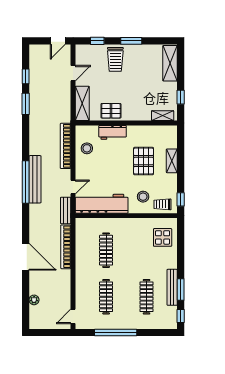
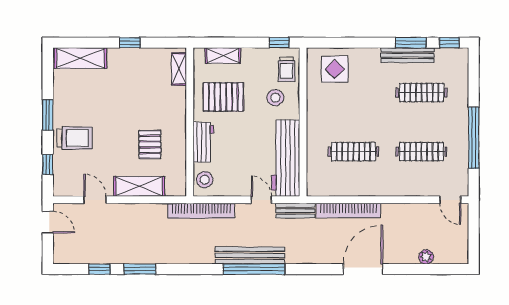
shelving: (163, 116) -> (179, 69), moved
wall: (126, 123) -> (190, 122), moved
workbench: (113, 132) -> (203, 142), moved

